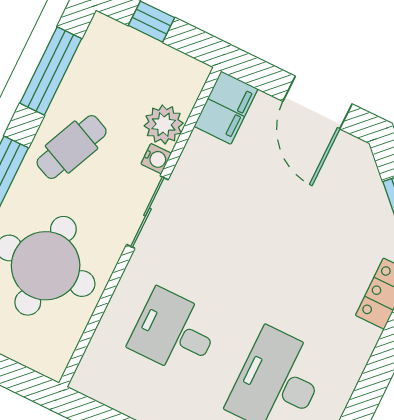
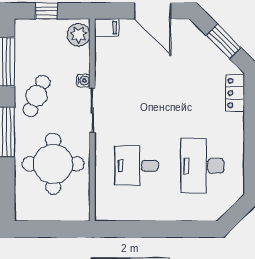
filing cabinet: (226, 108) -> (106, 28), width x0.50
plant: (164, 124) -> (79, 35), moved

